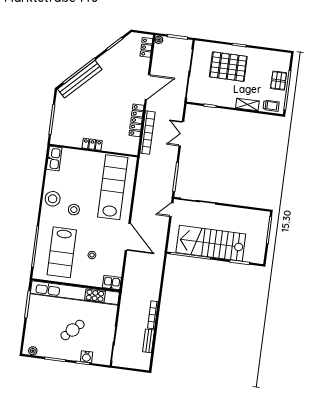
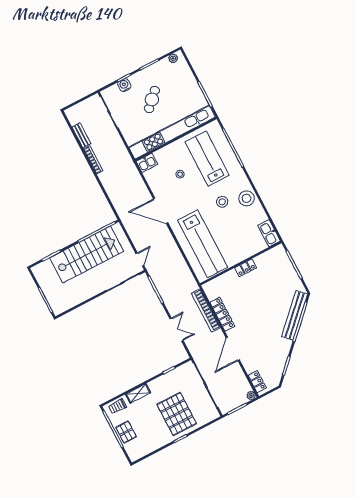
pallet: (228, 67) -> (177, 414), turned 90

